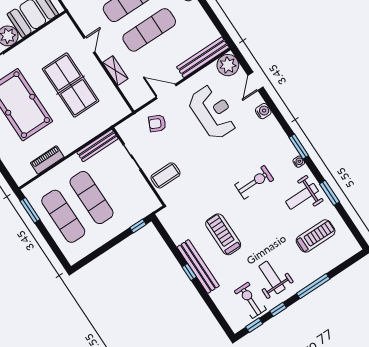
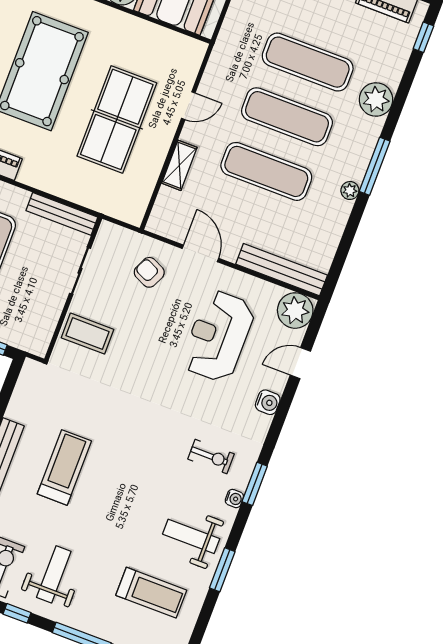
reception desk: (213, 112) -> (218, 336), turned 180
exercise bike: (254, 182) -> (211, 457), moved, width x0.73, depth x0.72

